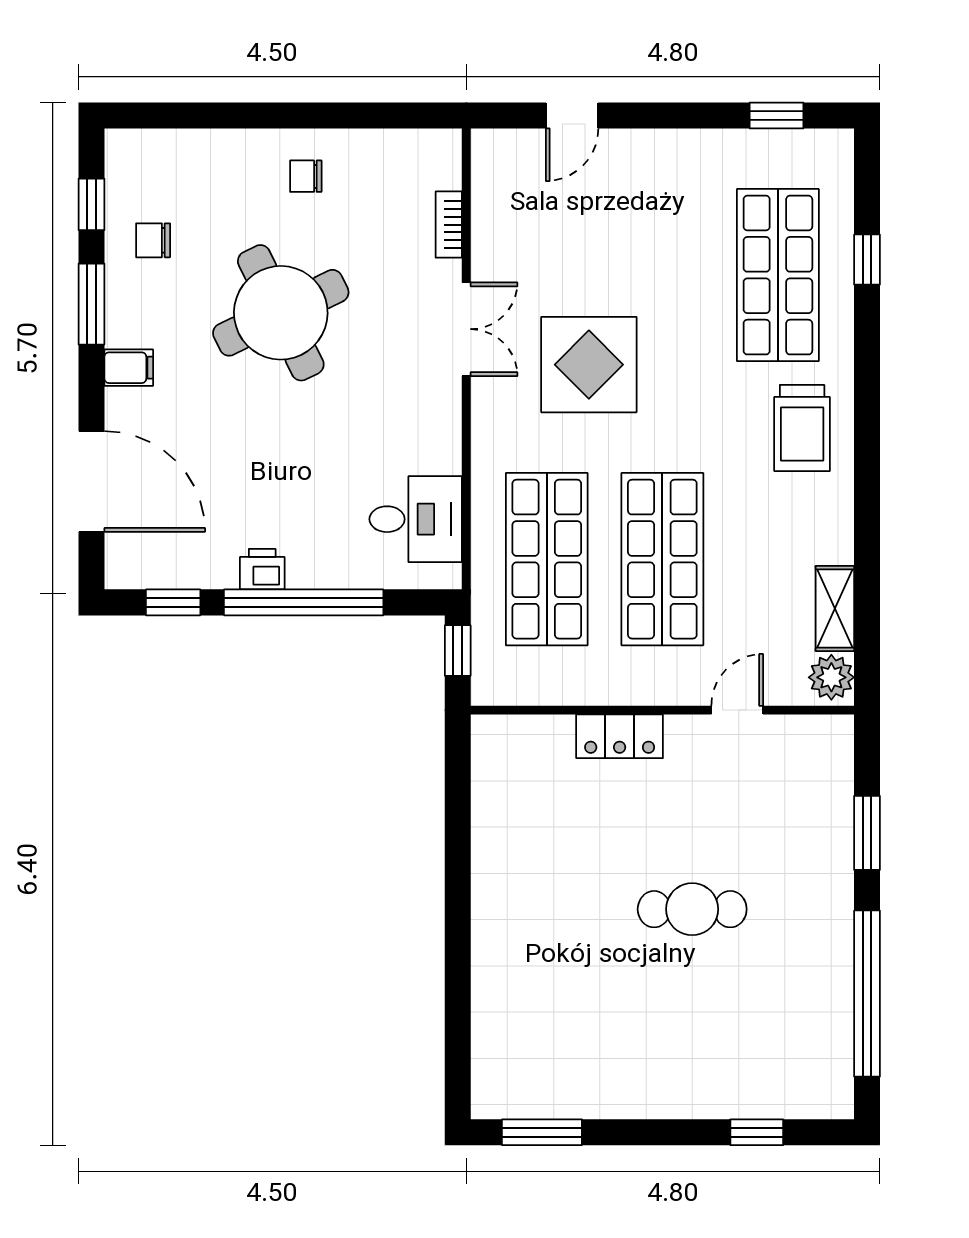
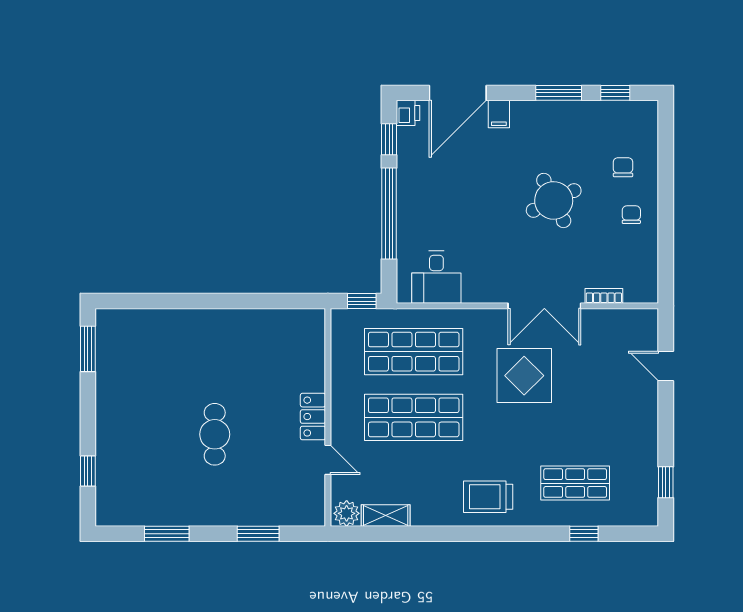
chair: (153, 240) -> (623, 167), moved
shop shelf: (778, 275) -> (575, 483), width x0.70, depth x0.74
round table: (281, 313) -> (554, 200), width x0.73, depth x0.73
double door: (466, 329) -> (544, 306), width x1.37
filing cabinet: (129, 368) -> (499, 114), moved
printer: (262, 569) -> (408, 113), moved
locker: (620, 736) -> (313, 417), moved
window: (867, 994) -> (167, 534), width x0.47

